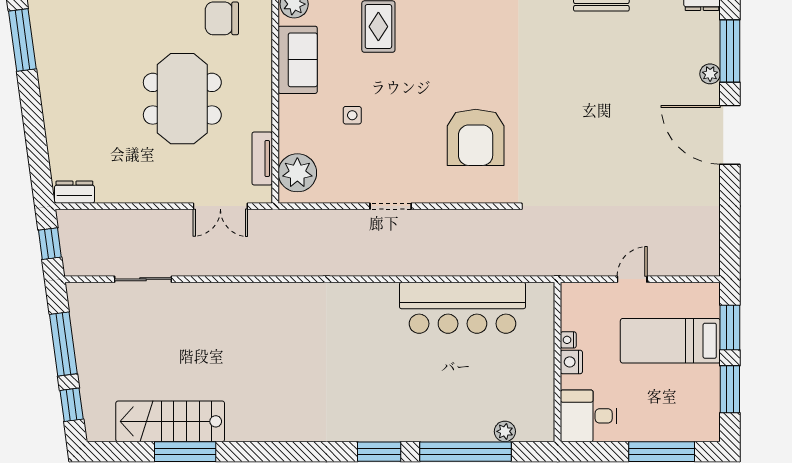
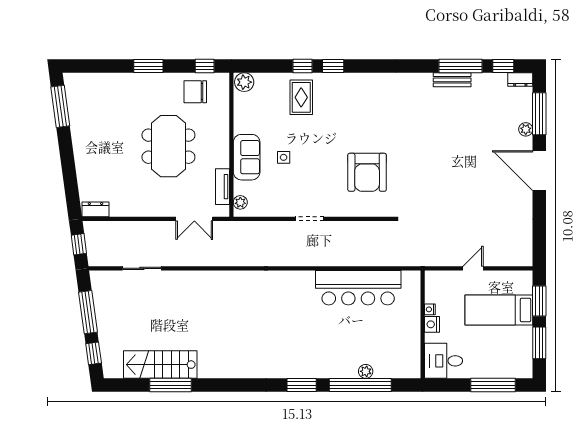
sofa: (298, 60) -> (247, 157), moved
plant: (297, 173) -> (240, 202), width x0.53, depth x0.53
plant: (505, 431) -> (366, 371), moved

